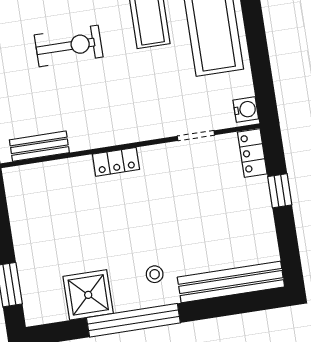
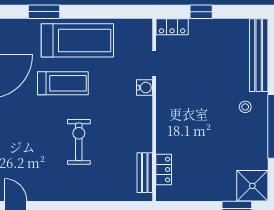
water cooler: (246, 109) -> (145, 88), moved, turned 90
locker: (116, 162) -> (164, 169), moved
shower: (88, 295) -> (252, 186), moved

